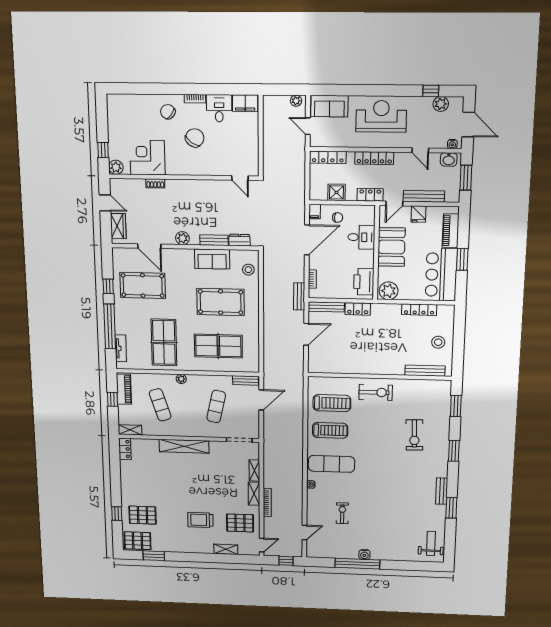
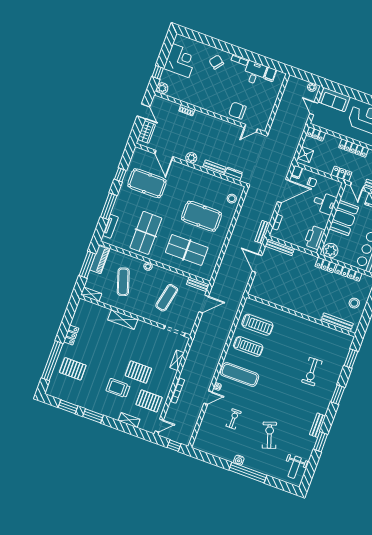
filing cabinet: (245, 103) -> (270, 74), width x0.50
chair: (195, 138) -> (237, 111), moved, turned -125
locker: (328, 157) -> (316, 134), width x0.66
corner desk: (147, 158) -> (181, 61), moved, turned 90
door: (240, 178) -> (251, 128), hinge flipped
shower: (336, 192) -> (305, 154), moved
door: (394, 203) -> (357, 186), hinge flipped
sofa: (212, 259) -> (208, 181), removed
locker: (358, 309) -> (325, 265), moved
window: (110, 326) -> (109, 206), width x0.68
door: (306, 334) -> (257, 263), swing flipped
exercise bike: (376, 392) -> (269, 435), moved, turned -108
window: (112, 399) -> (87, 265), width x2.17
shelving: (184, 446) -> (123, 320), width x0.68
locker: (125, 449) -> (71, 335), moved
shelving: (254, 494) -> (169, 380), removed
window: (117, 514) -> (52, 361), width x3.17
door: (304, 532) -> (208, 398), moved
pallet: (138, 541) -> (138, 372), moved
weight bench: (431, 543) -> (295, 467), turned 180
window: (185, 557) -> (93, 416), added
window: (357, 564) -> (248, 473), moved

